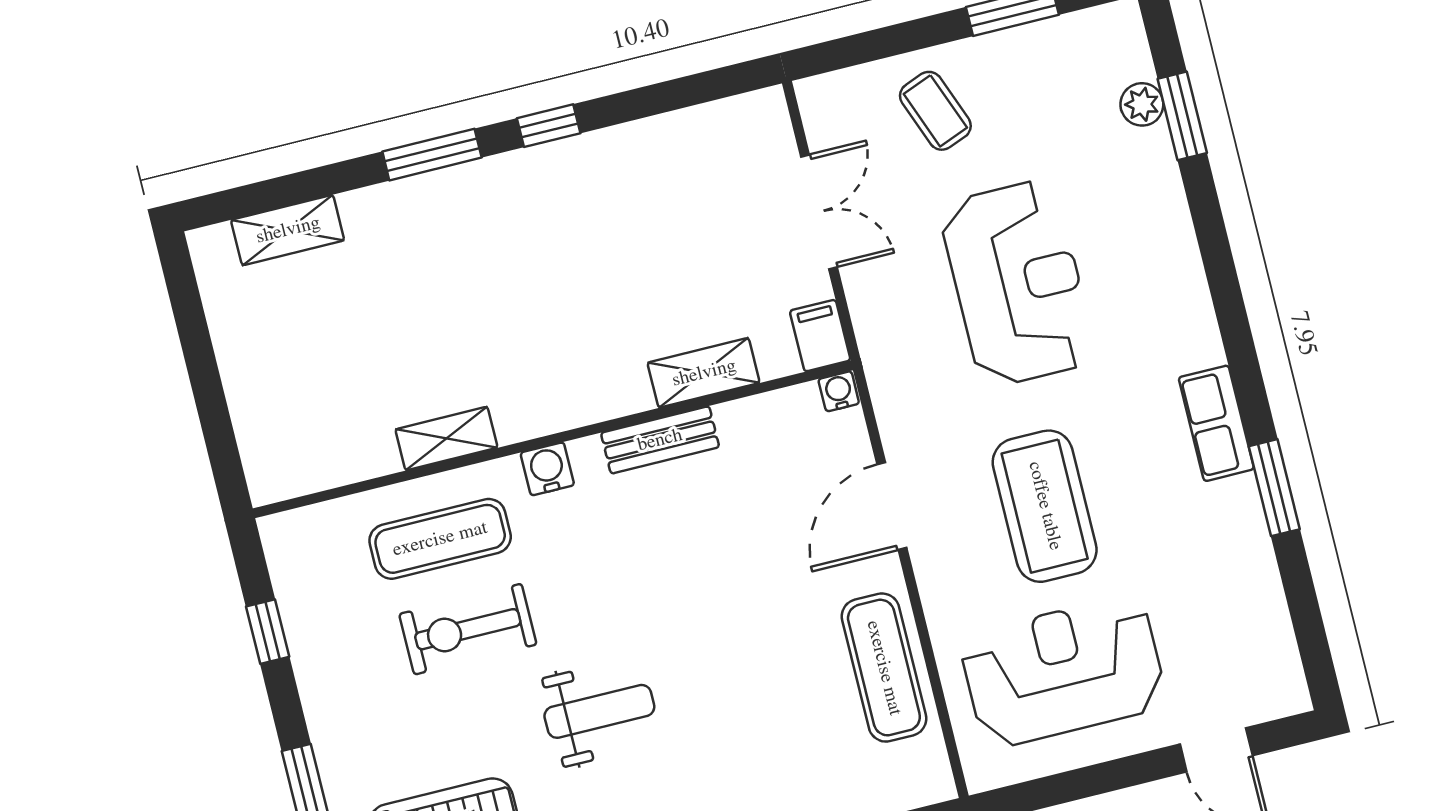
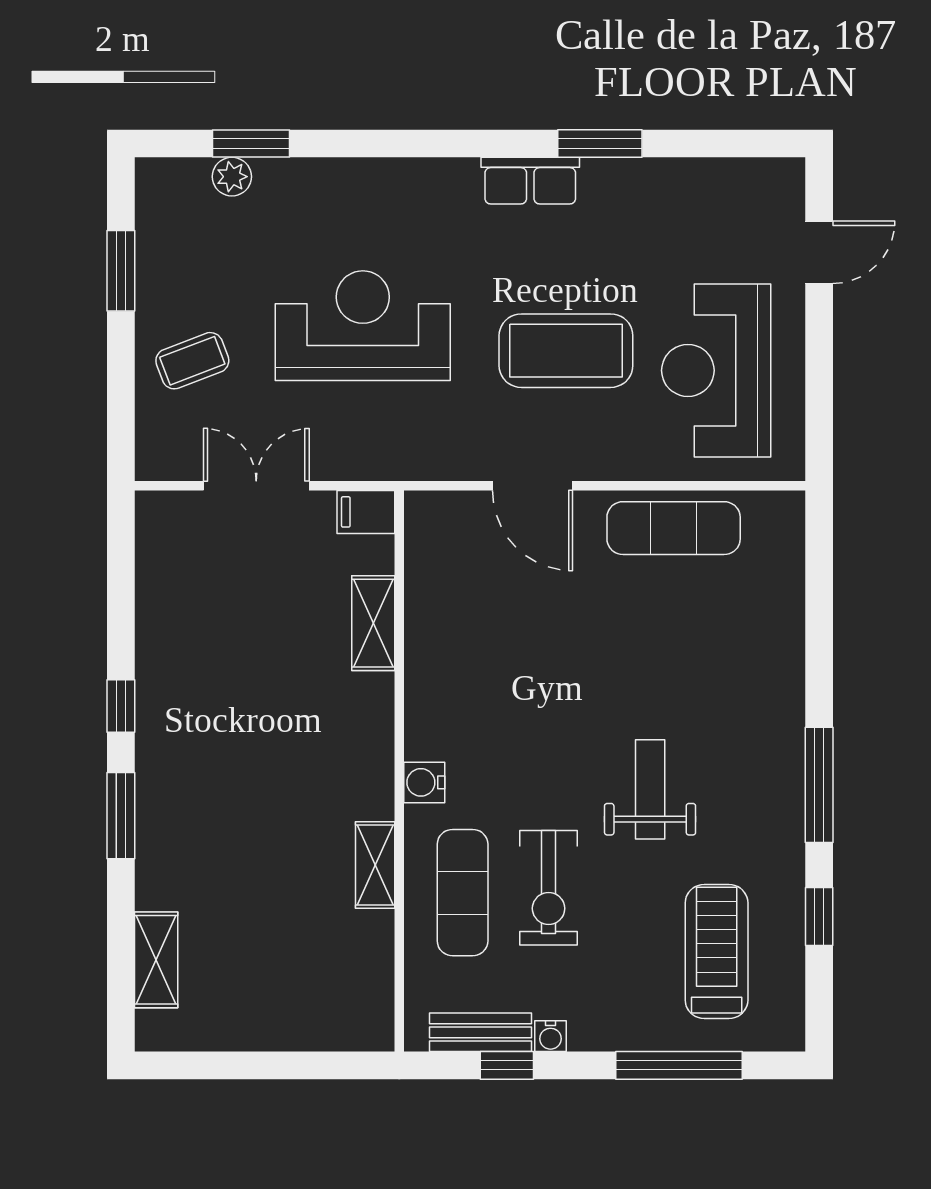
water cooler: (839, 391) -> (550, 1036), moved, turned -90
bench: (660, 440) -> (480, 1032), moved, turned 90

